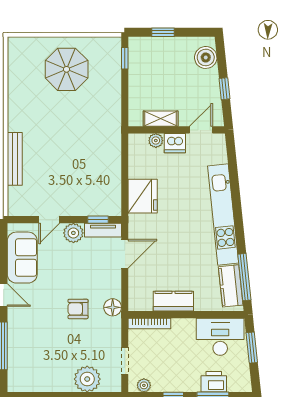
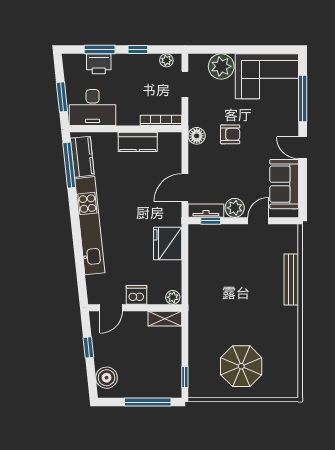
window: (163, 32) -> (148, 402), width x2.17
shelving: (161, 119) -> (165, 319), moved
plant: (156, 141) -> (173, 297), moved
corner sofa: (40, 369) -> (267, 76), added

